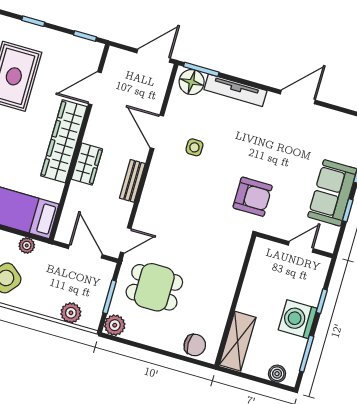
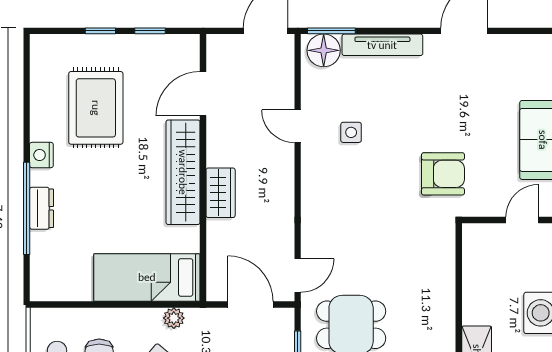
window: (85, 36) -> (150, 31), moved
door: (157, 132) -> (298, 126), width x0.73
bench: (132, 181) -> (284, 198), removed

